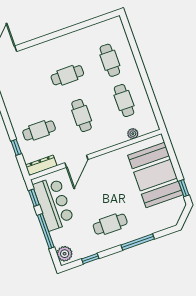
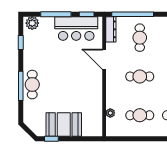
window: (16, 147) -> (133, 14), width x3.17
booth: (155, 175) -> (64, 125), width x0.73, depth x0.70
cafe table: (110, 224) -> (32, 85), moved

